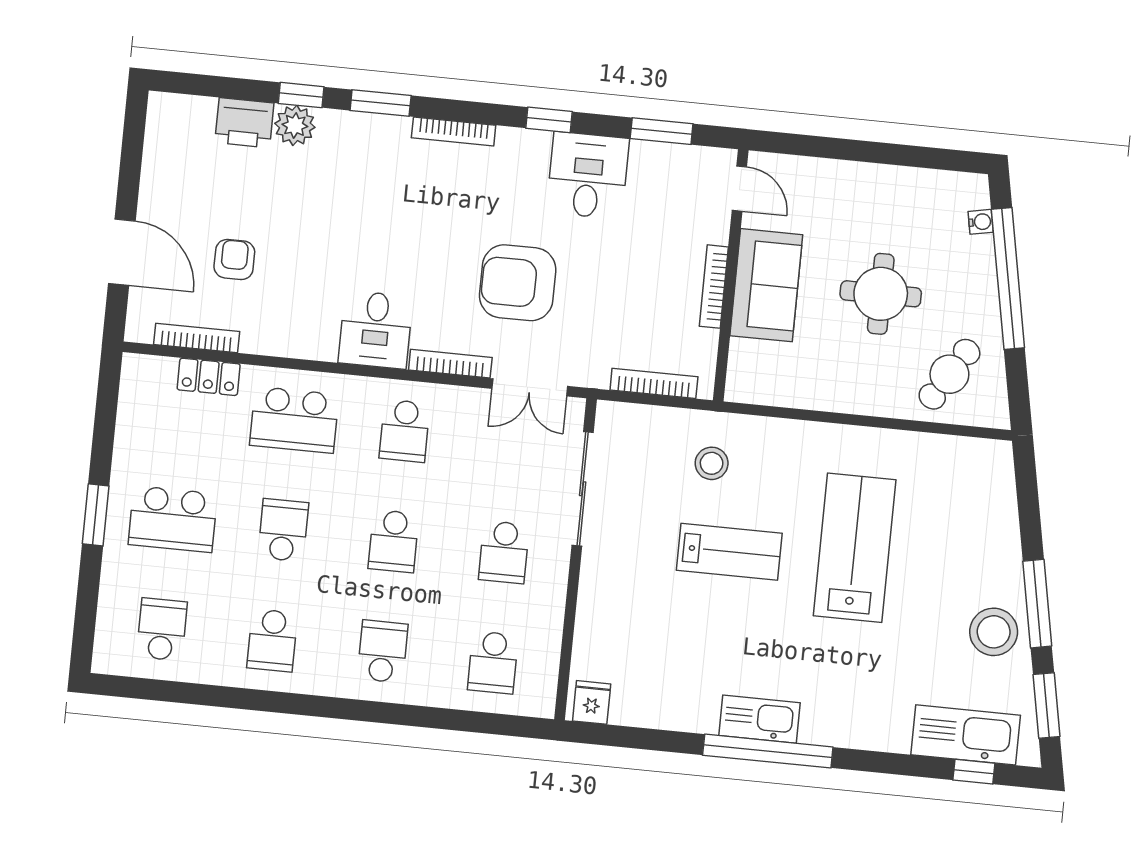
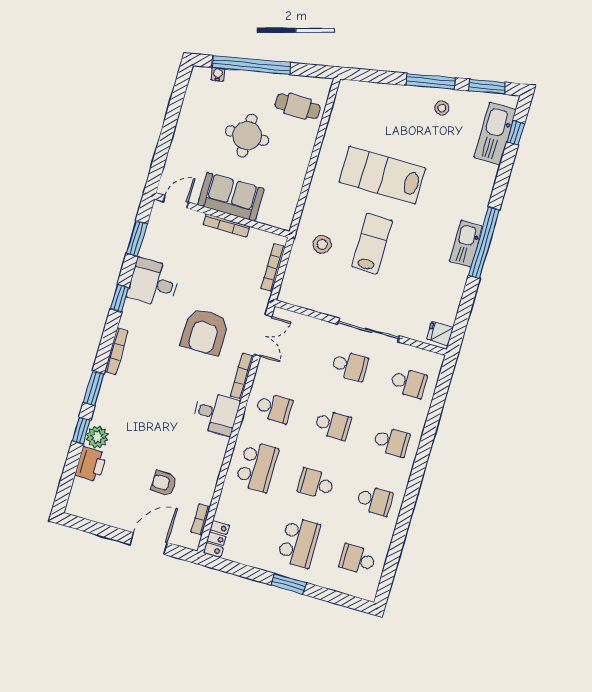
bookcase: (197, 338) -> (200, 520), width x0.64
cafe table: (949, 374) -> (297, 106), turned -32
locker: (209, 377) -> (216, 539), moved
sliding door: (583, 489) -> (369, 330), moved
stool: (994, 632) -> (442, 108), width x0.53, depth x0.53
school desk: (383, 651) -> (391, 442), turned 180

